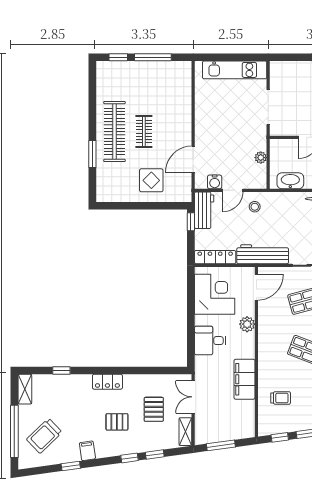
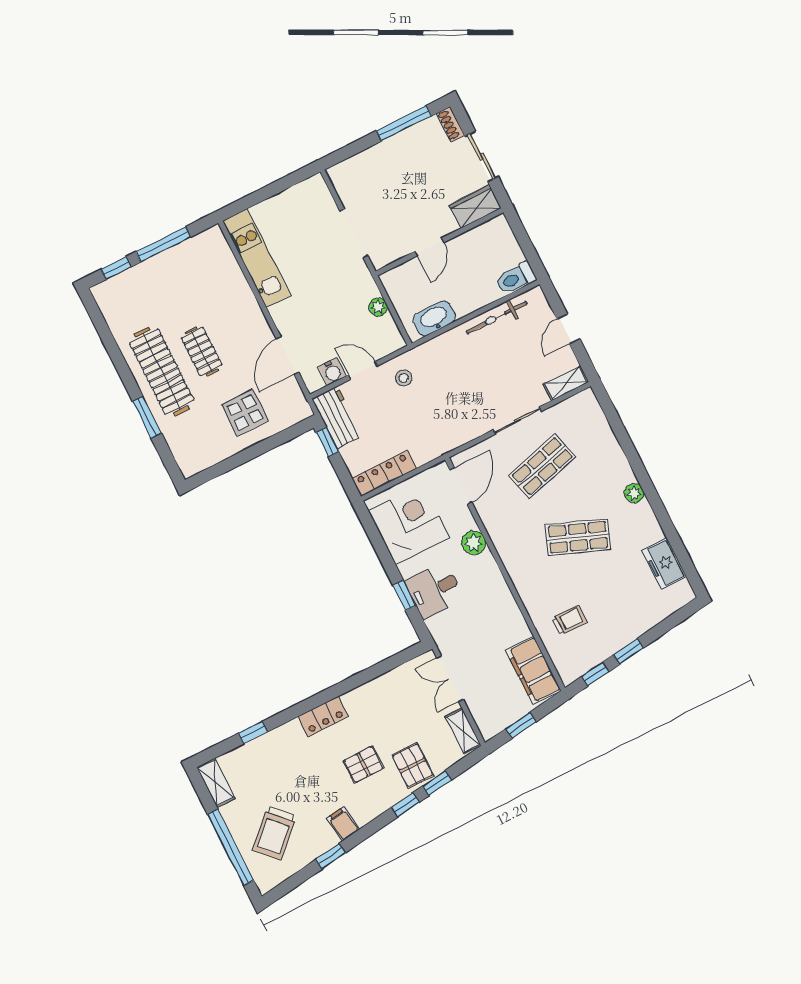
kitchen unit: (235, 70) -> (256, 258), moved, turned -90
door: (233, 190) -> (363, 371), swing flipped
workbench: (263, 254) -> (447, 437), removed
window: (191, 335) -> (404, 595), added
filing cabinet: (244, 379) -> (533, 670), moved
pallet: (154, 409) -> (413, 765), moved
window: (221, 445) -> (521, 725), width x0.67

